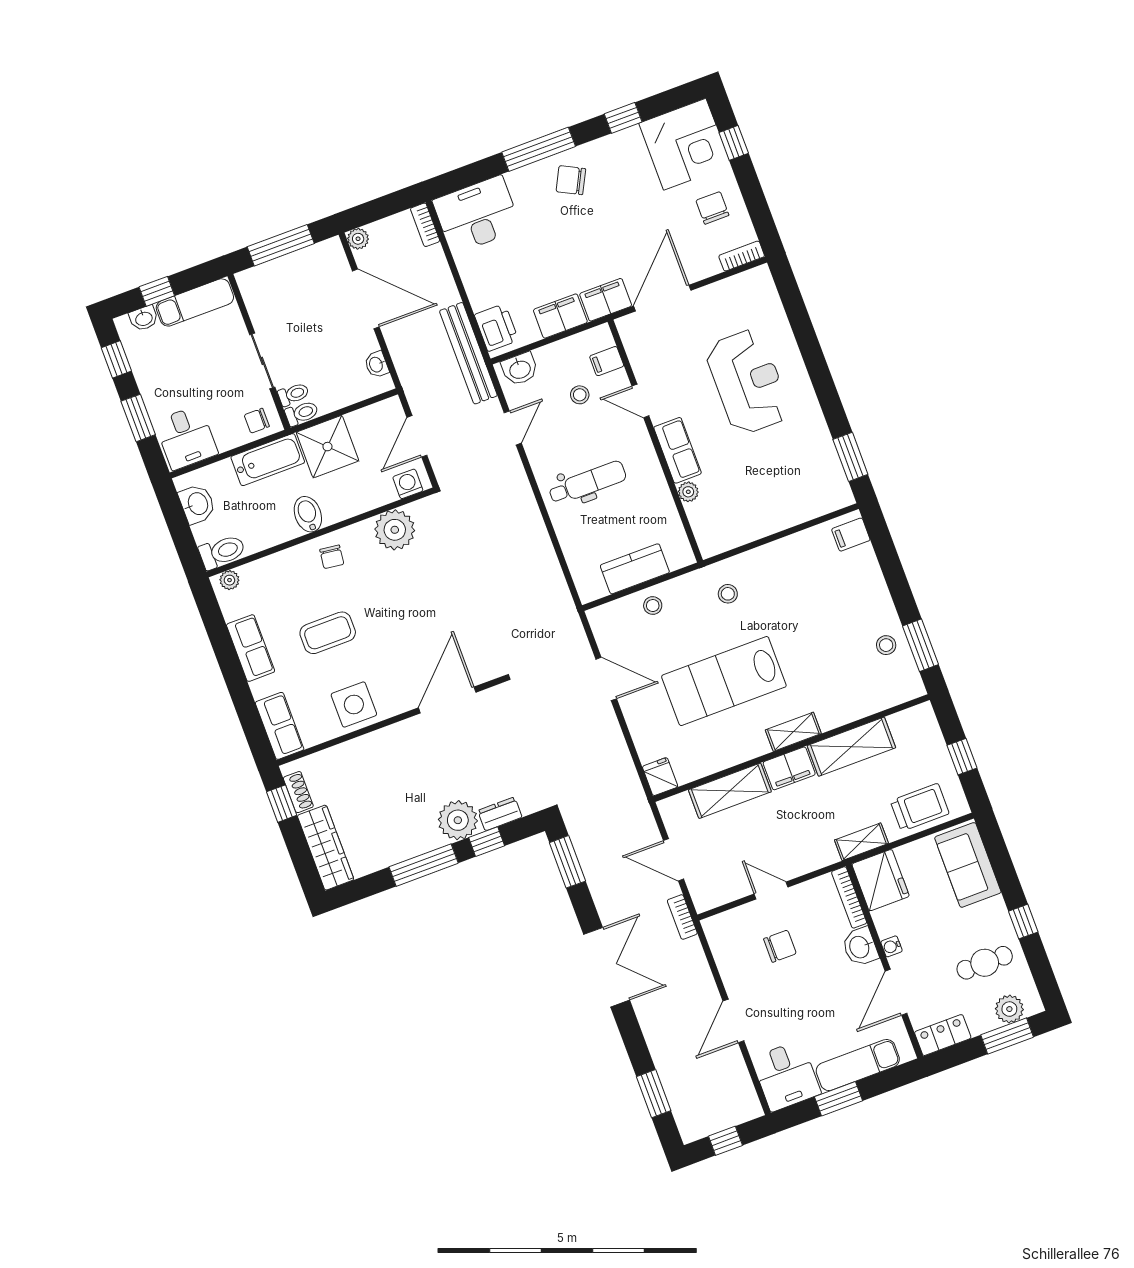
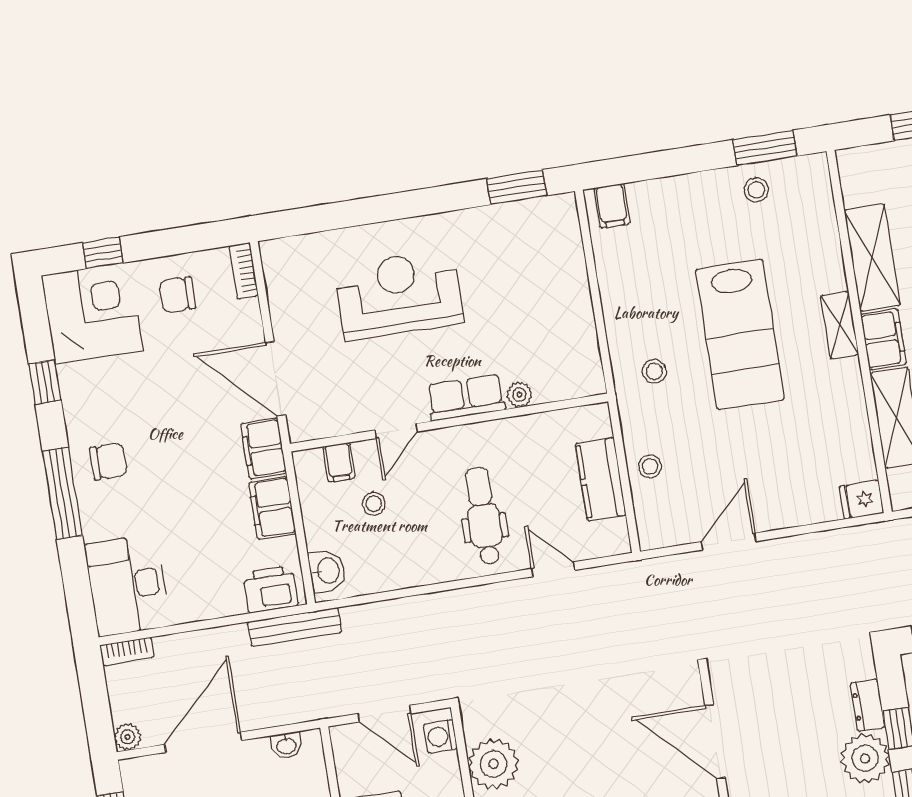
chair: (571, 180) -> (108, 461), turned -117
bench: (468, 353) -> (295, 627), width x0.73, depth x0.82
door: (513, 428) -> (553, 569), moved
lab bench: (724, 681) -> (740, 334), moved

